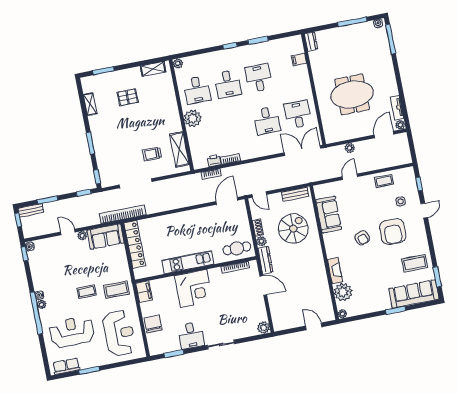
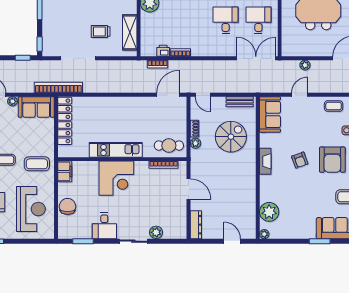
desk: (267, 121) -> (226, 20), turned 180
sofa: (329, 214) -> (270, 114), moved
dresser: (265, 260) -> (196, 225), moved
fireplace: (335, 271) -> (265, 161), moved
plant: (264, 328) -> (156, 232), moved

